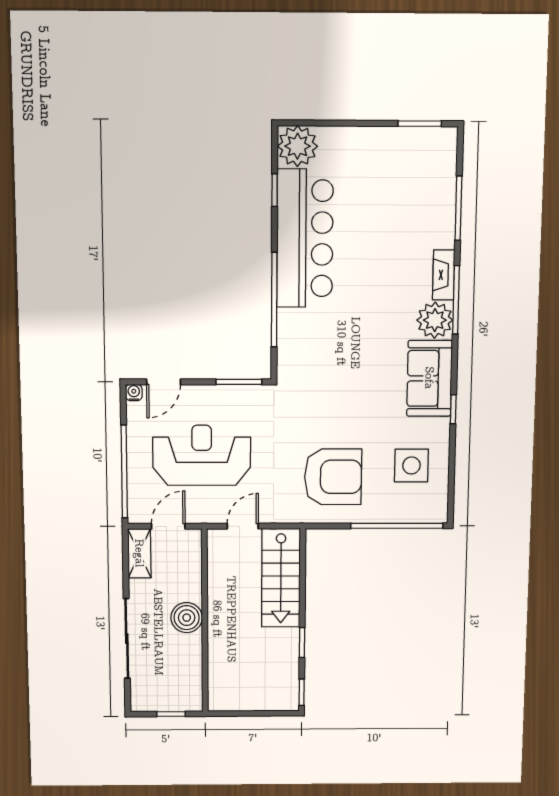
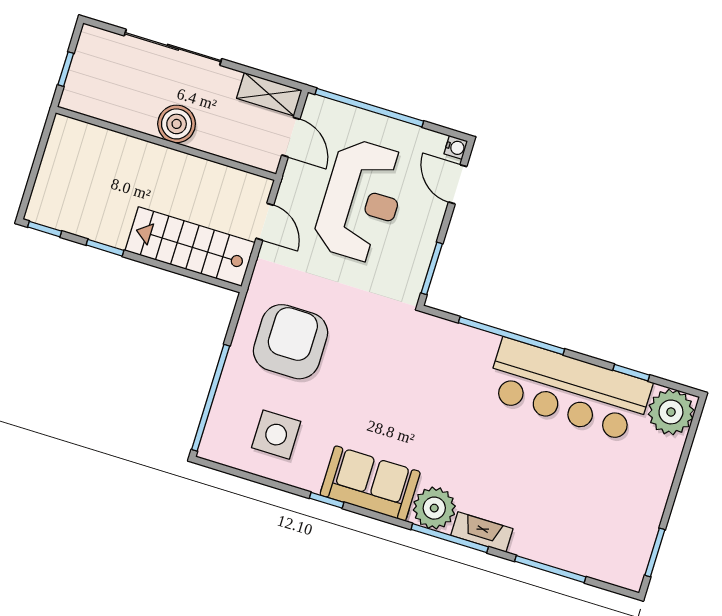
armchair: (333, 477) -> (290, 342), turned 180

